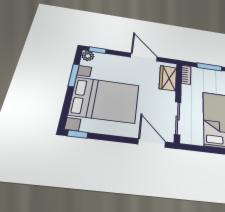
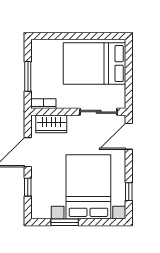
window: (97, 50) -> (28, 187), moved
plant: (88, 56) -> (38, 212), removed
window: (78, 134) -> (129, 192), moved

